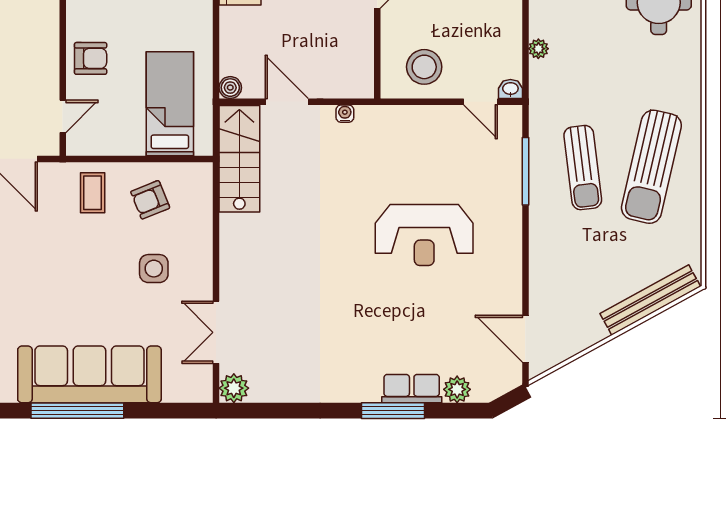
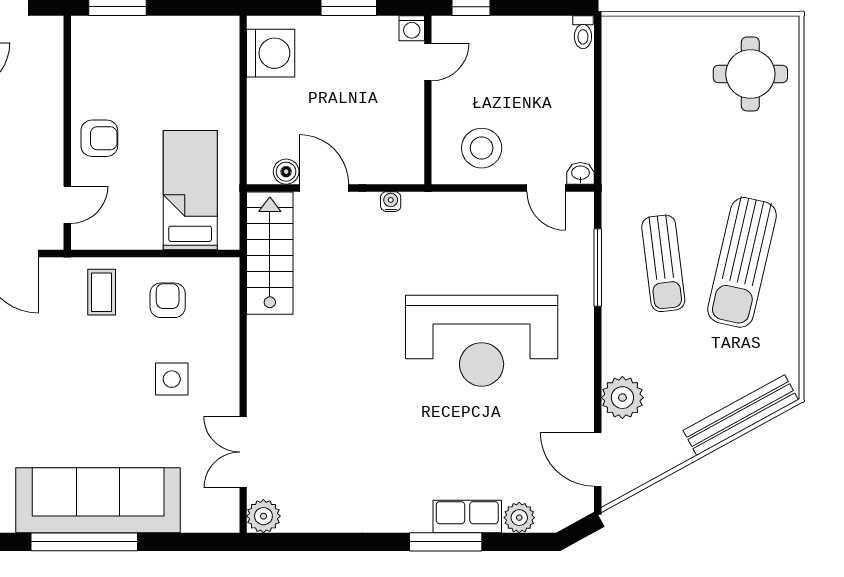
plant: (538, 49) -> (622, 398), moved, width x1.88, depth x1.88
boiler: (230, 88) -> (286, 172), moved
armchair: (150, 200) -> (168, 300), turned 112
reception desk: (424, 235) -> (482, 341), width x1.36, depth x1.30

